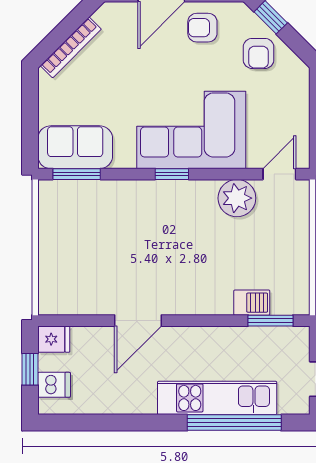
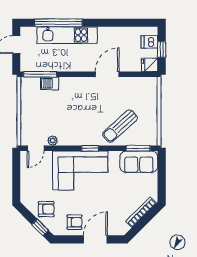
armchair: (259, 53) -> (46, 209), turned 90
plant: (237, 198) -> (53, 141), width x0.53, depth x0.53
sun lounger: (113, 218) -> (120, 126), added
window: (270, 321) -> (40, 74), width x1.44

